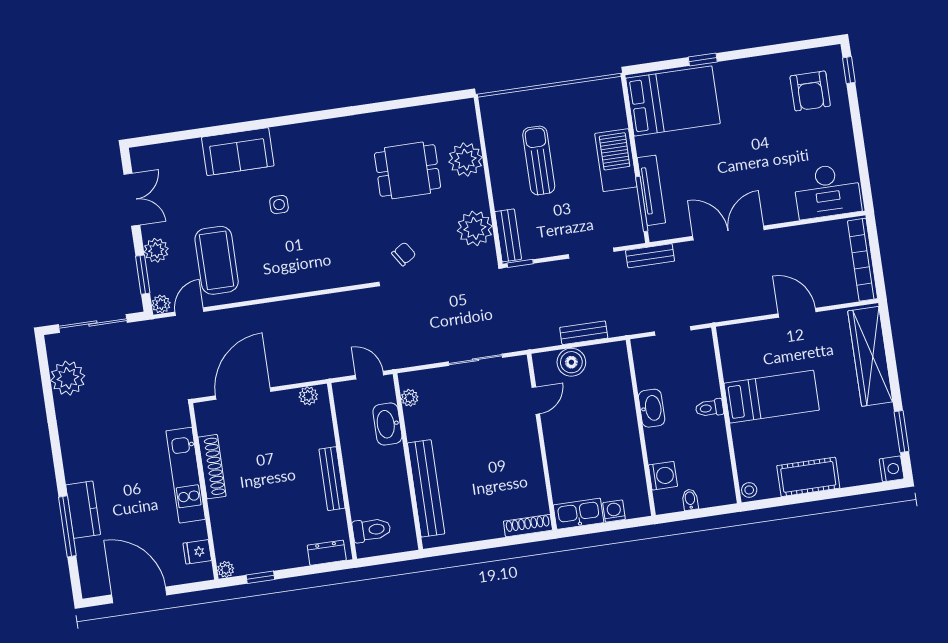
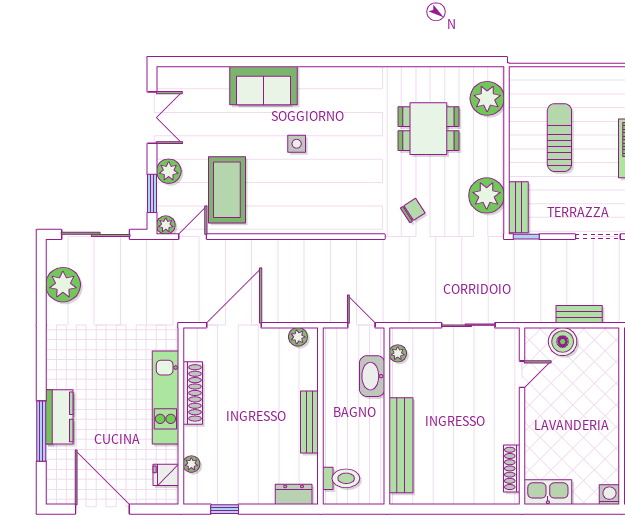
plant: (465, 160) -> (487, 98), moved
washing machine: (614, 511) -> (609, 495), moved
shoe rack: (528, 526) -> (512, 468), moved, turned -90
plant: (226, 569) -> (191, 464), moved

